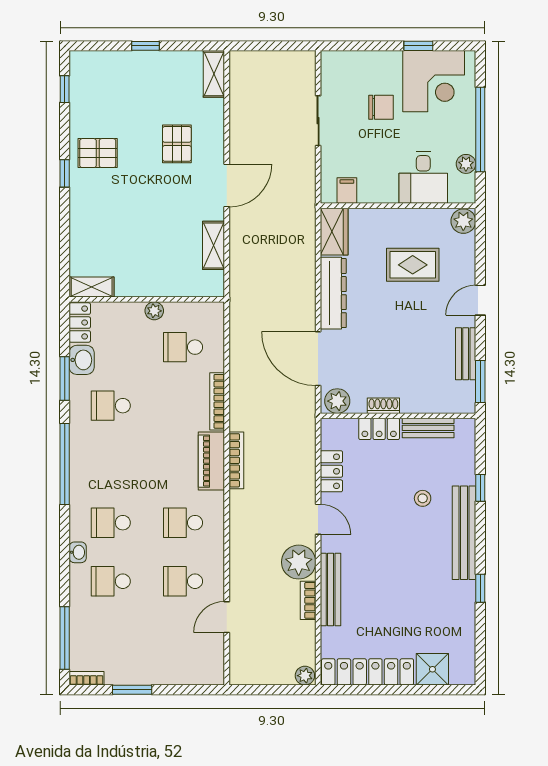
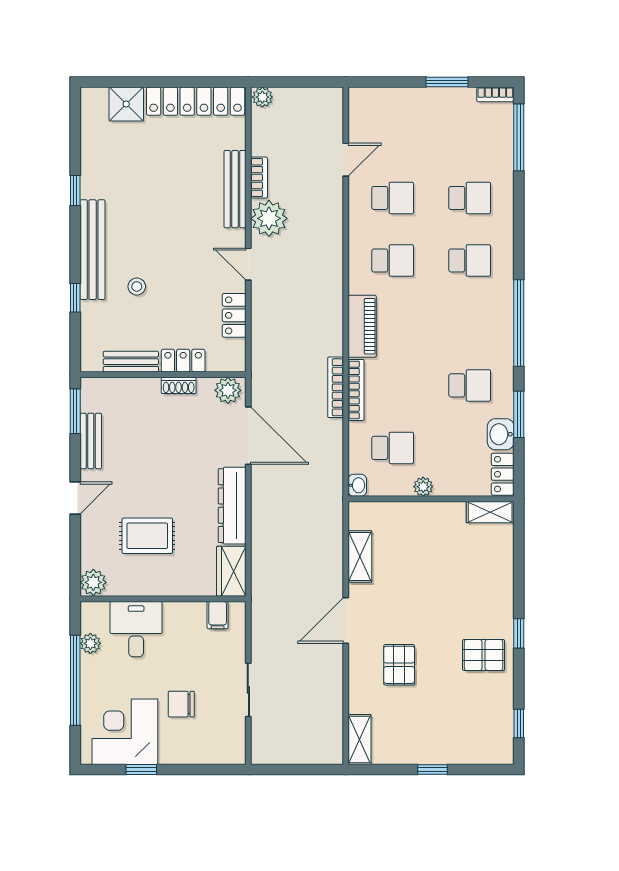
bookcase: (236, 460) -> (336, 387), moved
washbasin: (78, 552) -> (357, 485), moved, turned 180

